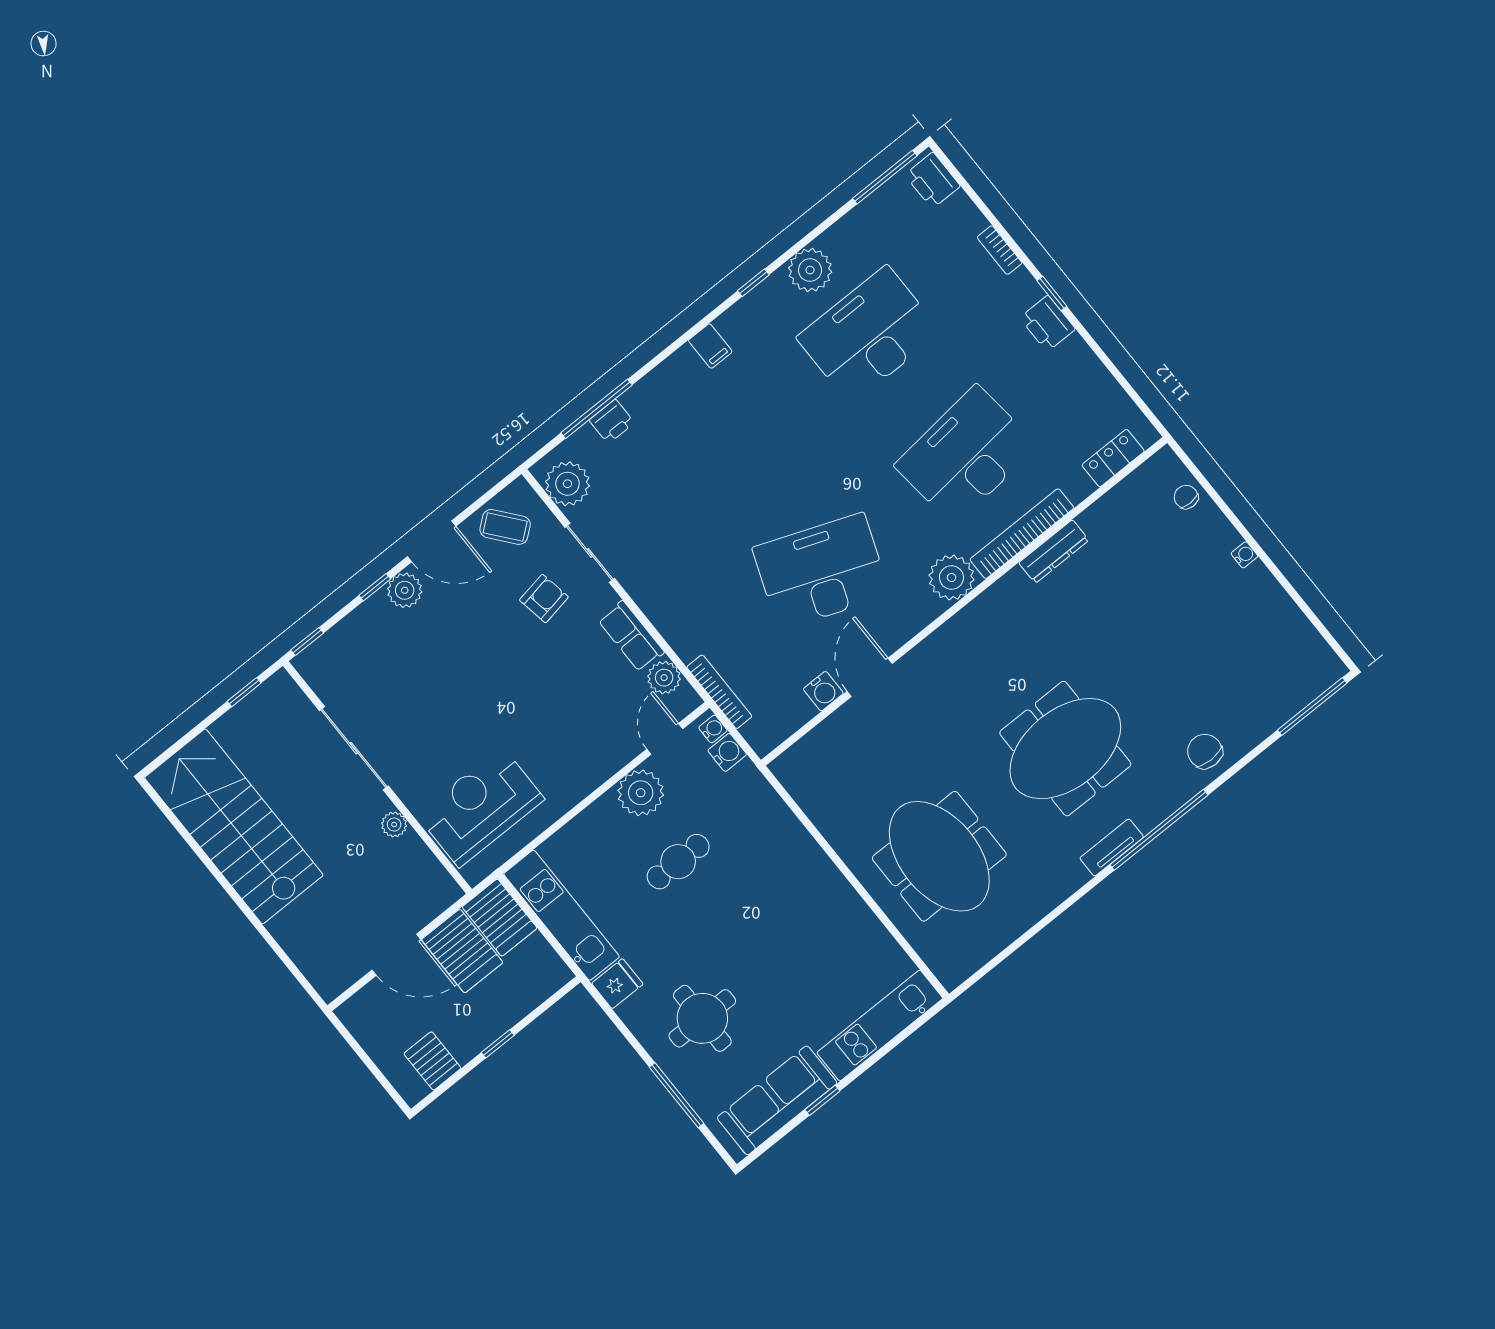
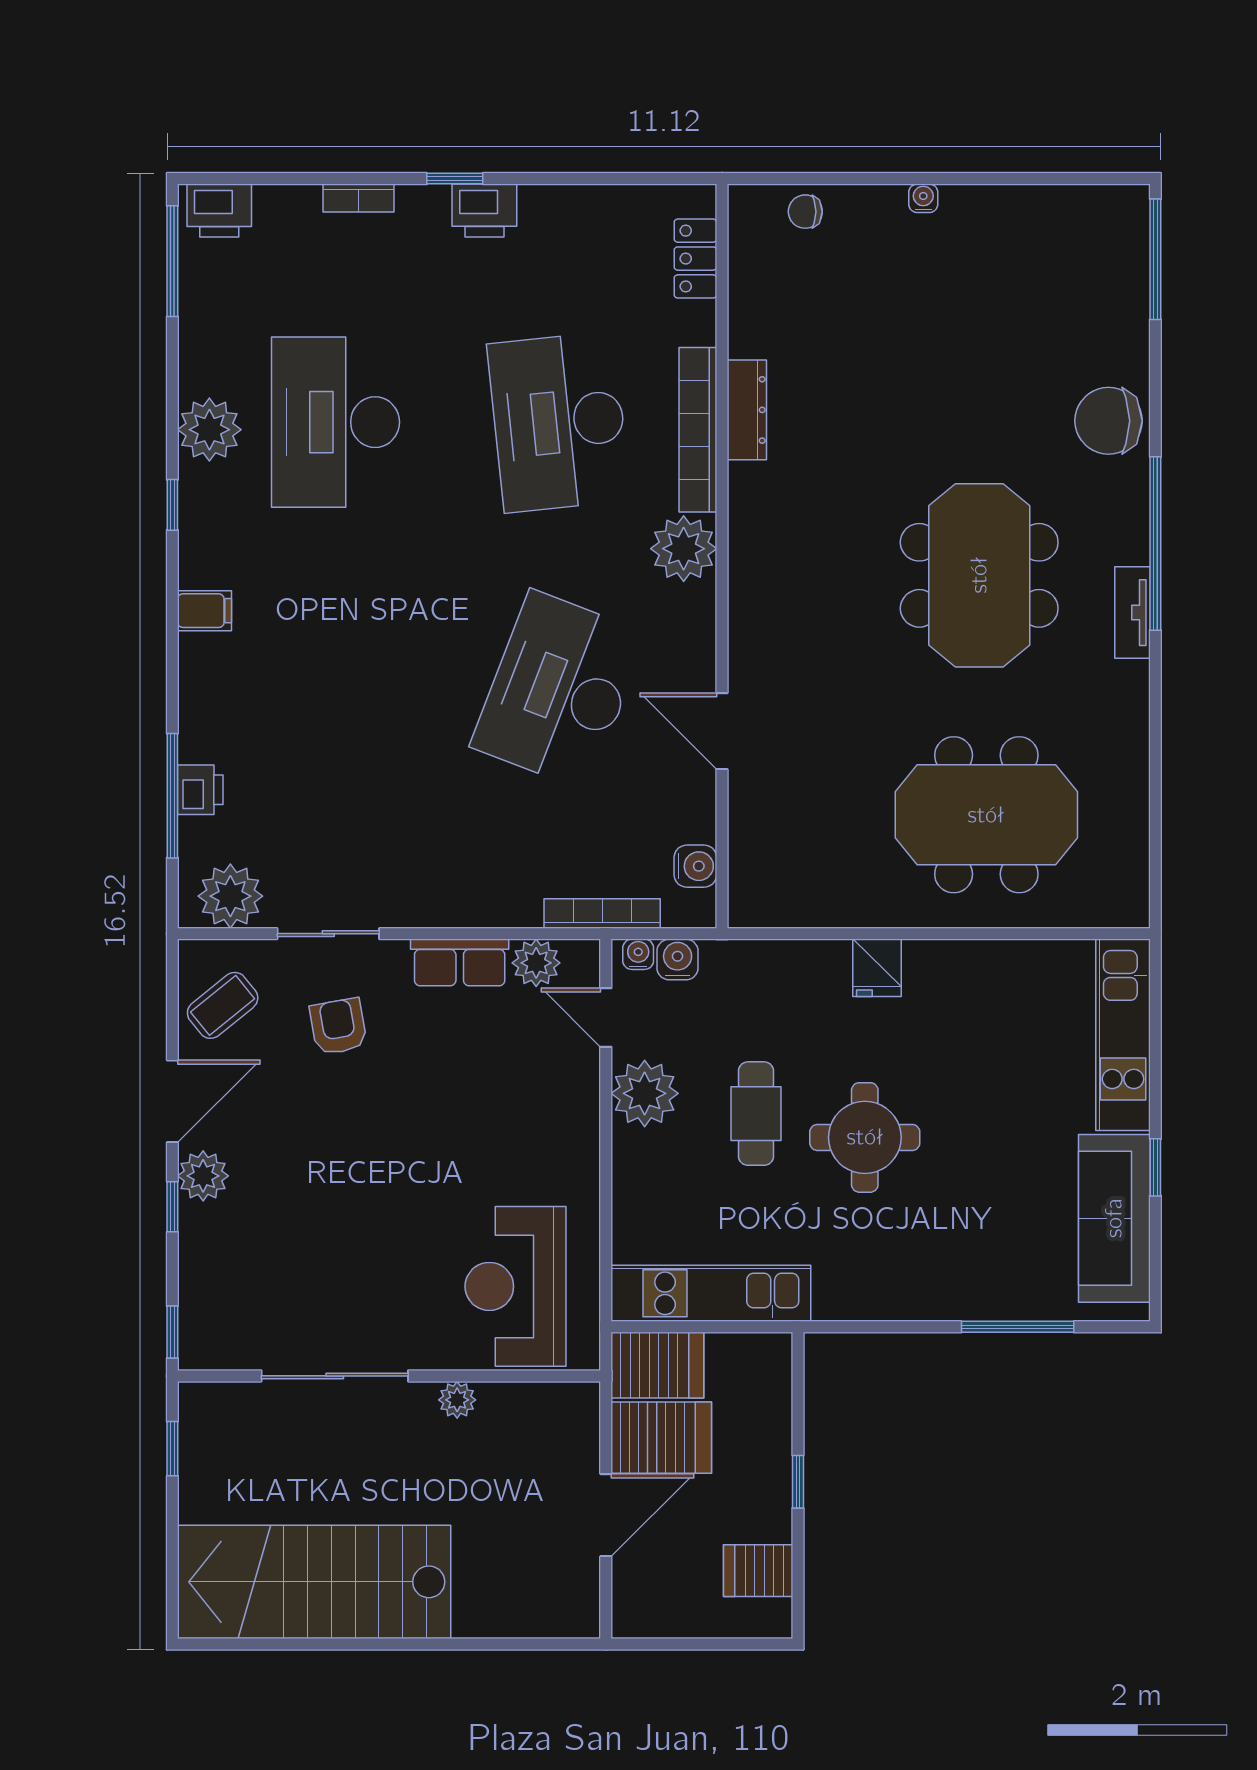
water cooler: (823, 691) -> (695, 866), moved
chair: (1205, 751) -> (1108, 421), width x1.37, depth x1.37
fridge: (617, 984) -> (877, 968), moved, turned 180
round table: (702, 1018) -> (865, 1137), moved

